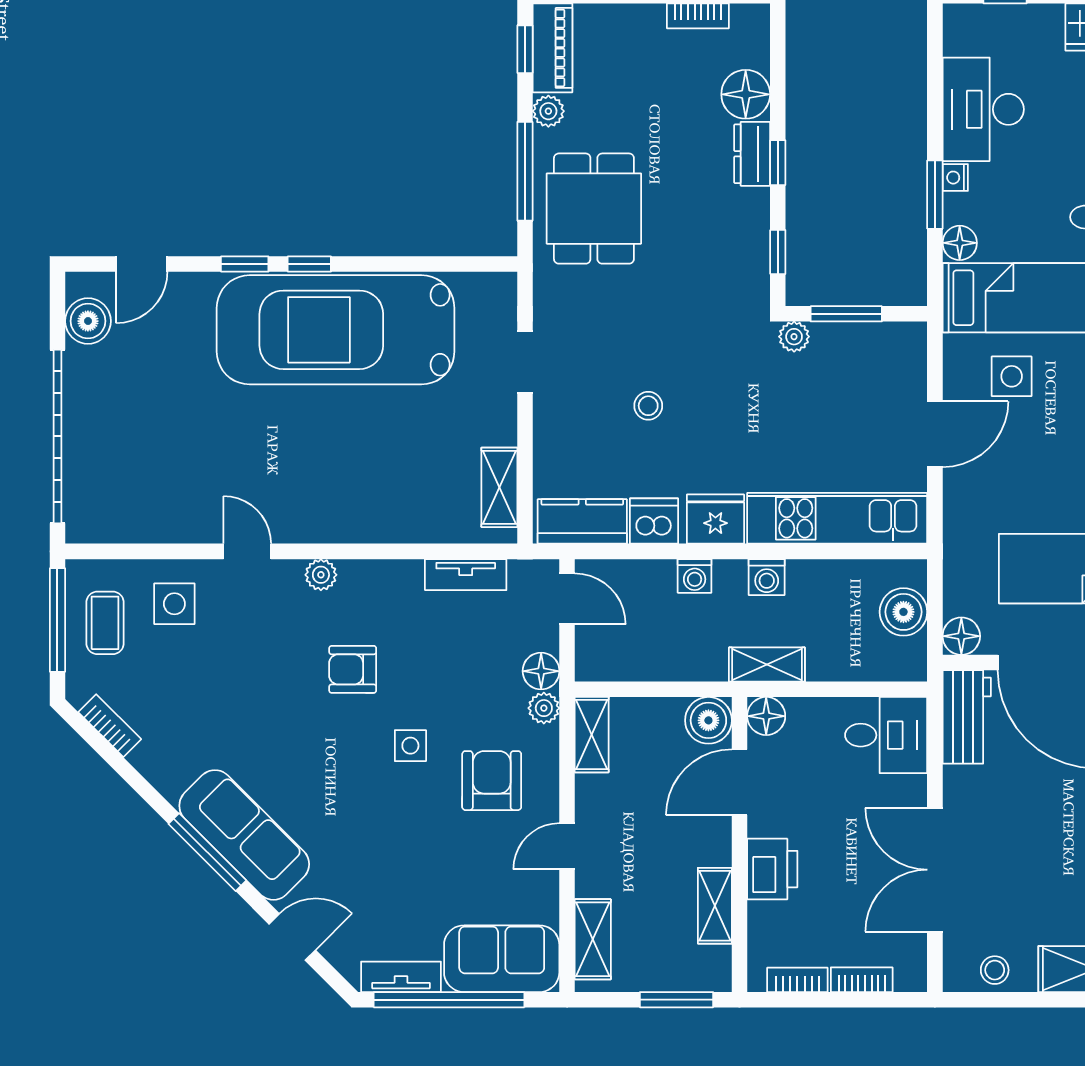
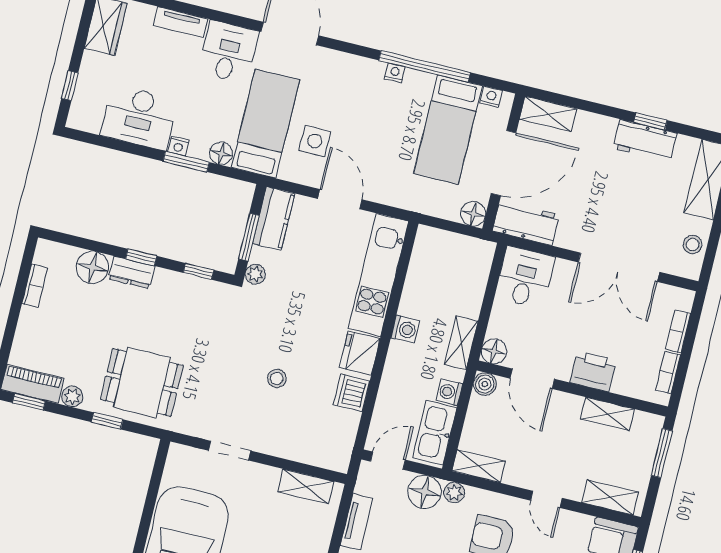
window: (525, 171) -> (107, 421), width x0.46
kitchen counter: (582, 521) -> (274, 218), moved, turned 180
washing machine: (695, 576) -> (449, 392), moved, turned 180
boiler: (903, 612) -> (449, 247), removed
kitchen sink: (625, 658) -> (435, 433), added
floor lamp: (541, 671) -> (425, 492), width x1.38, depth x1.38
boiler: (708, 720) -> (485, 384), width x0.73, depth x0.73

